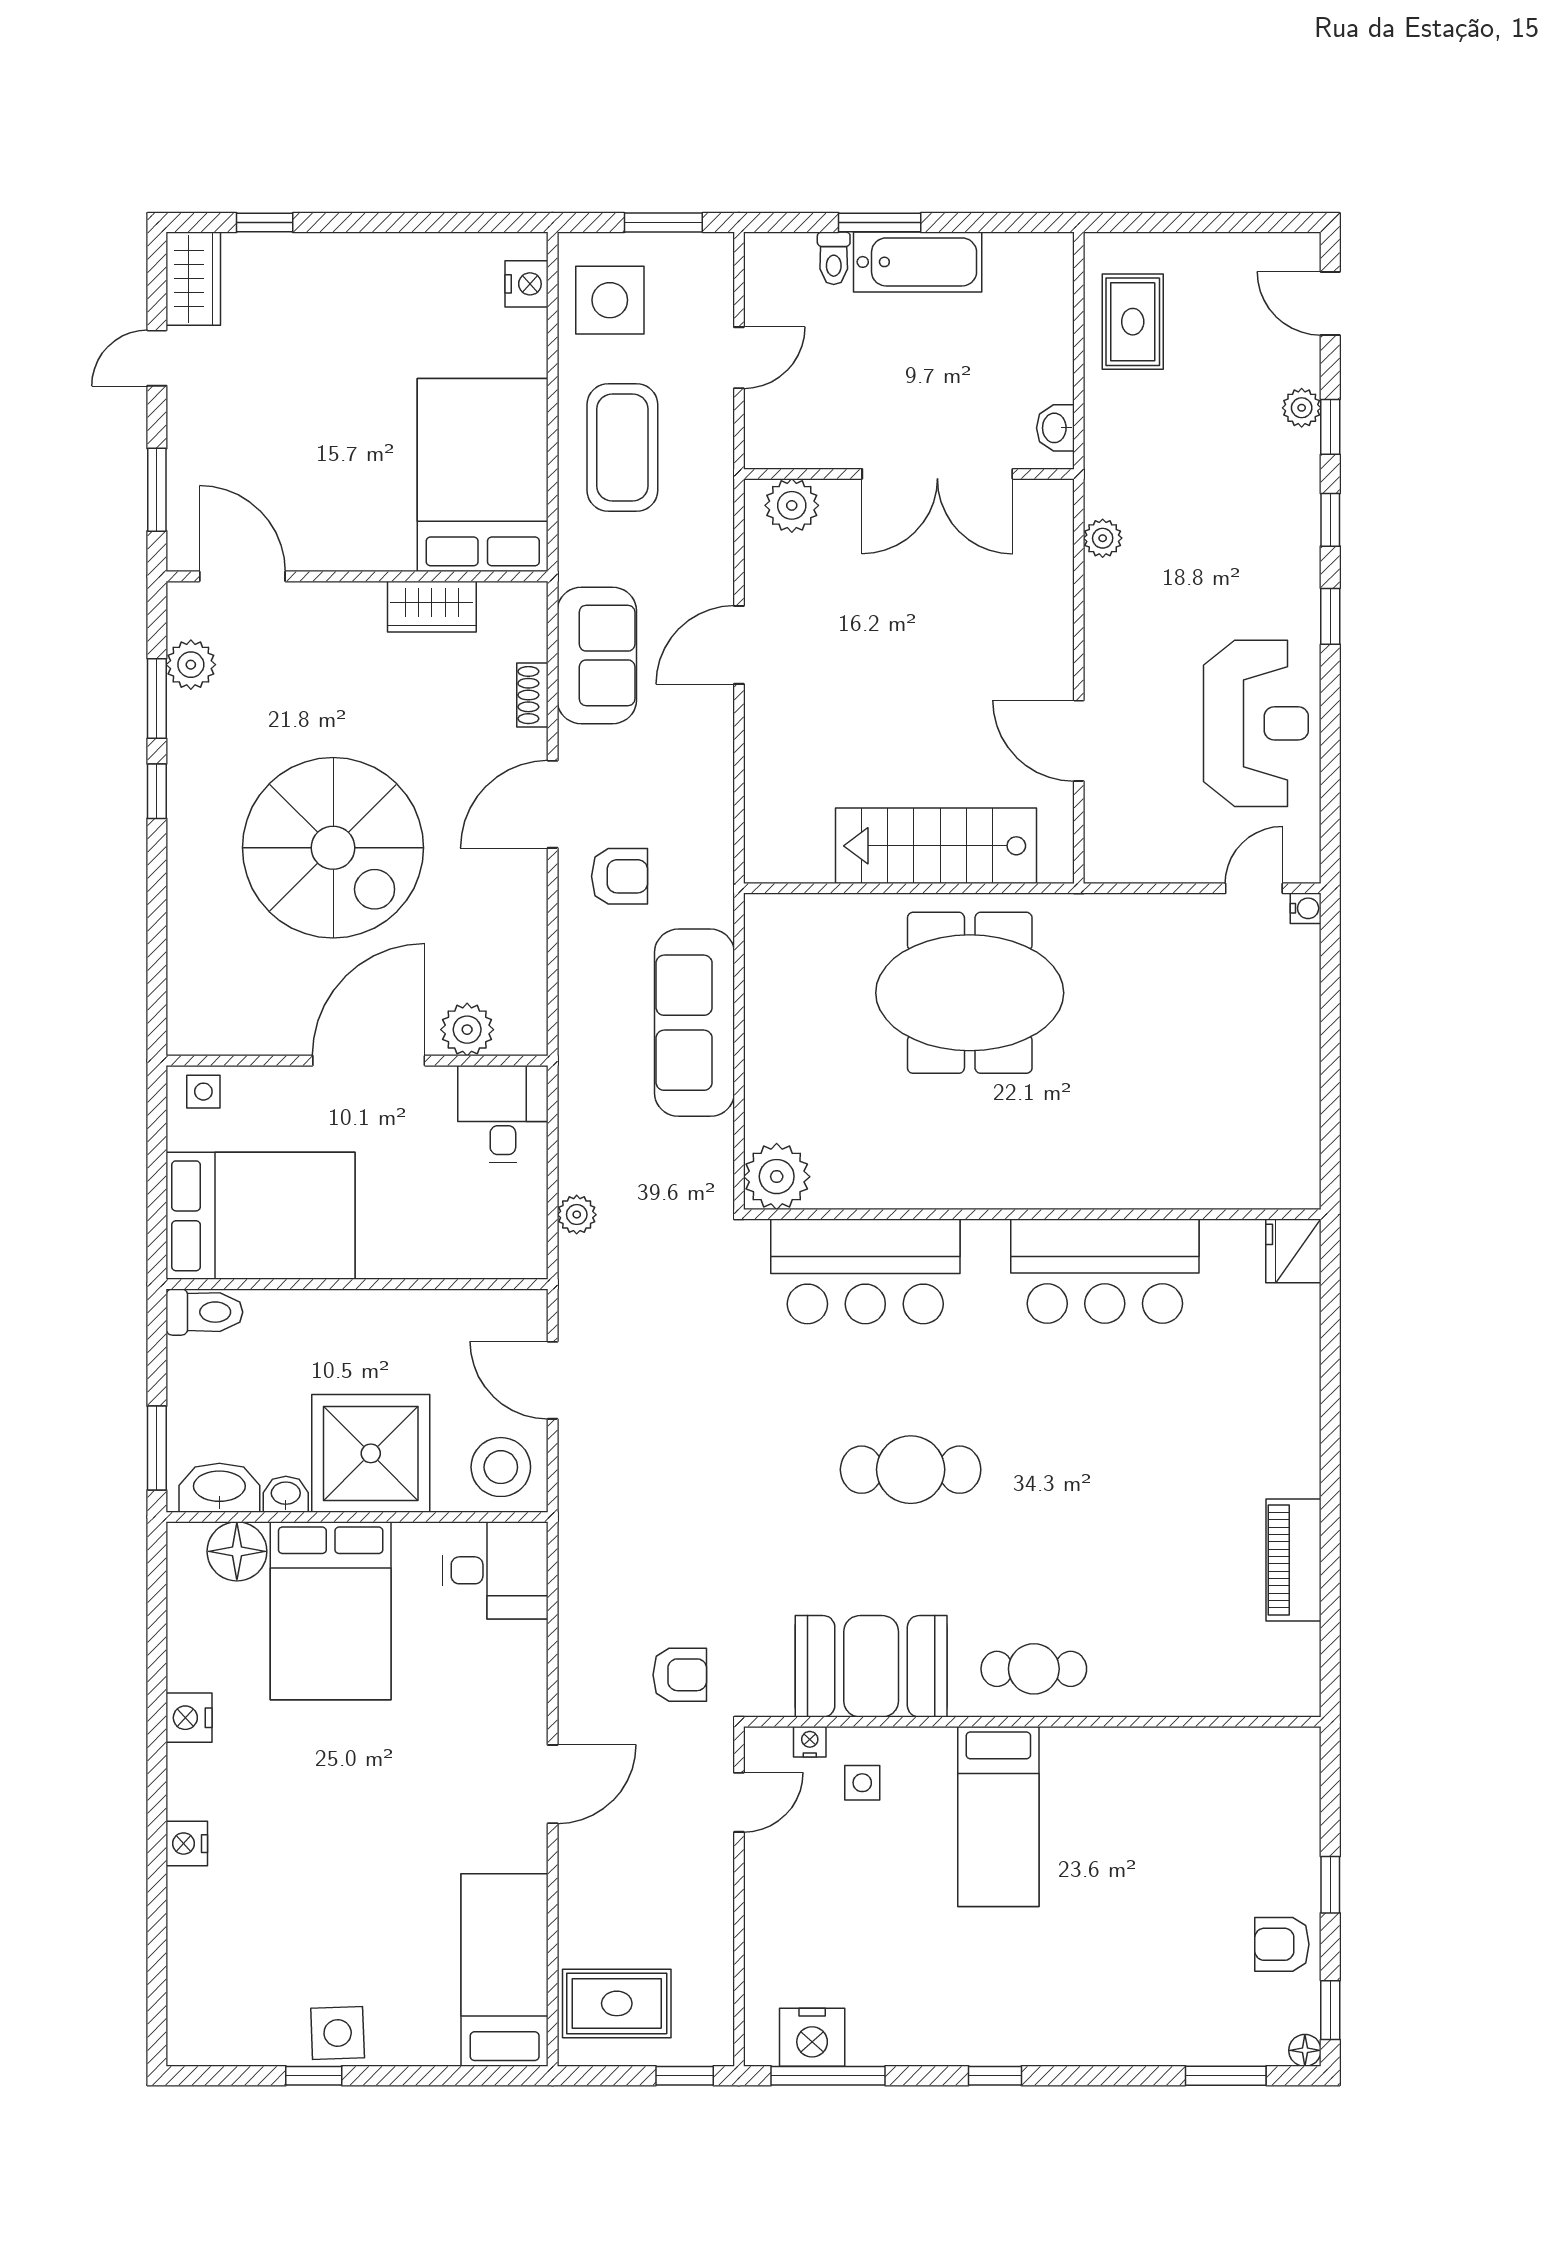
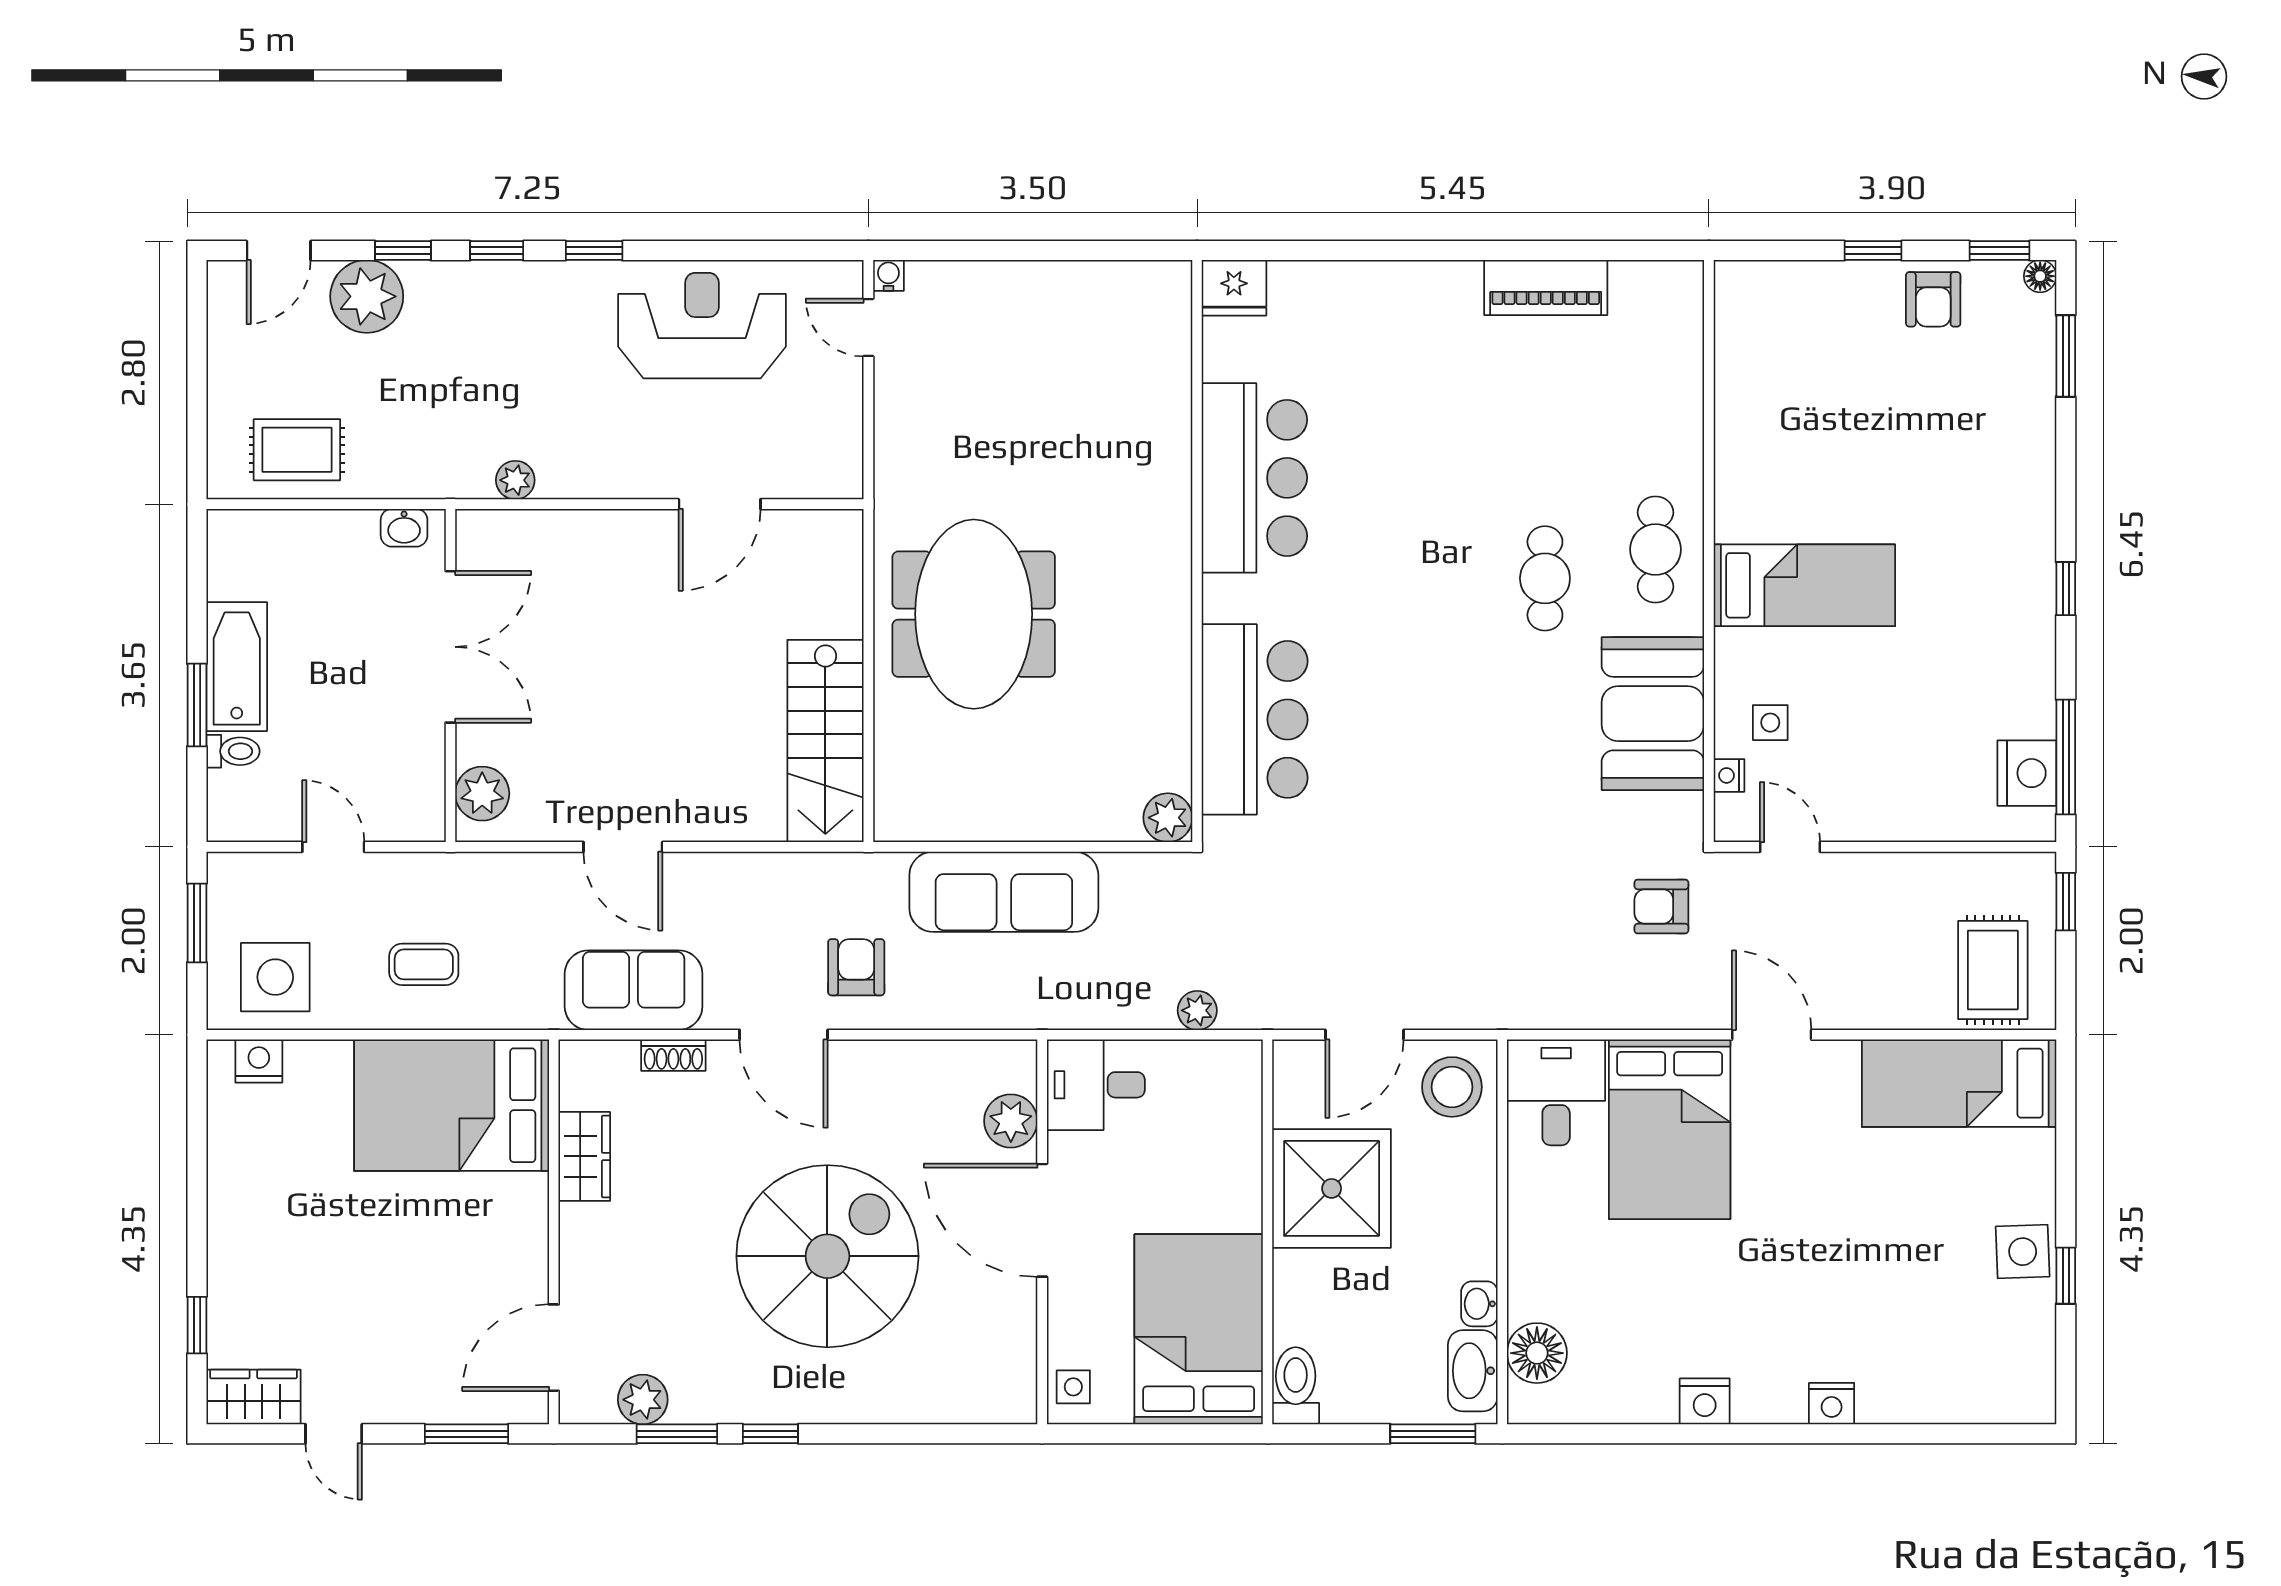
plant: (1302, 408) -> (367, 296), width x1.87, depth x1.87
coffee table: (622, 447) -> (424, 964), width x0.54, depth x0.58
stairs: (936, 846) -> (825, 741), moved
plant: (777, 1177) -> (1168, 818), width x0.73, depth x0.73
shower: (371, 1453) -> (1332, 1188), moved
cafe table: (911, 1470) -> (1545, 578), moved, width x0.73, depth x0.74
bed: (331, 1611) -> (1670, 1129), moved, turned 90
armchair: (680, 1675) -> (1661, 907), turned -90

